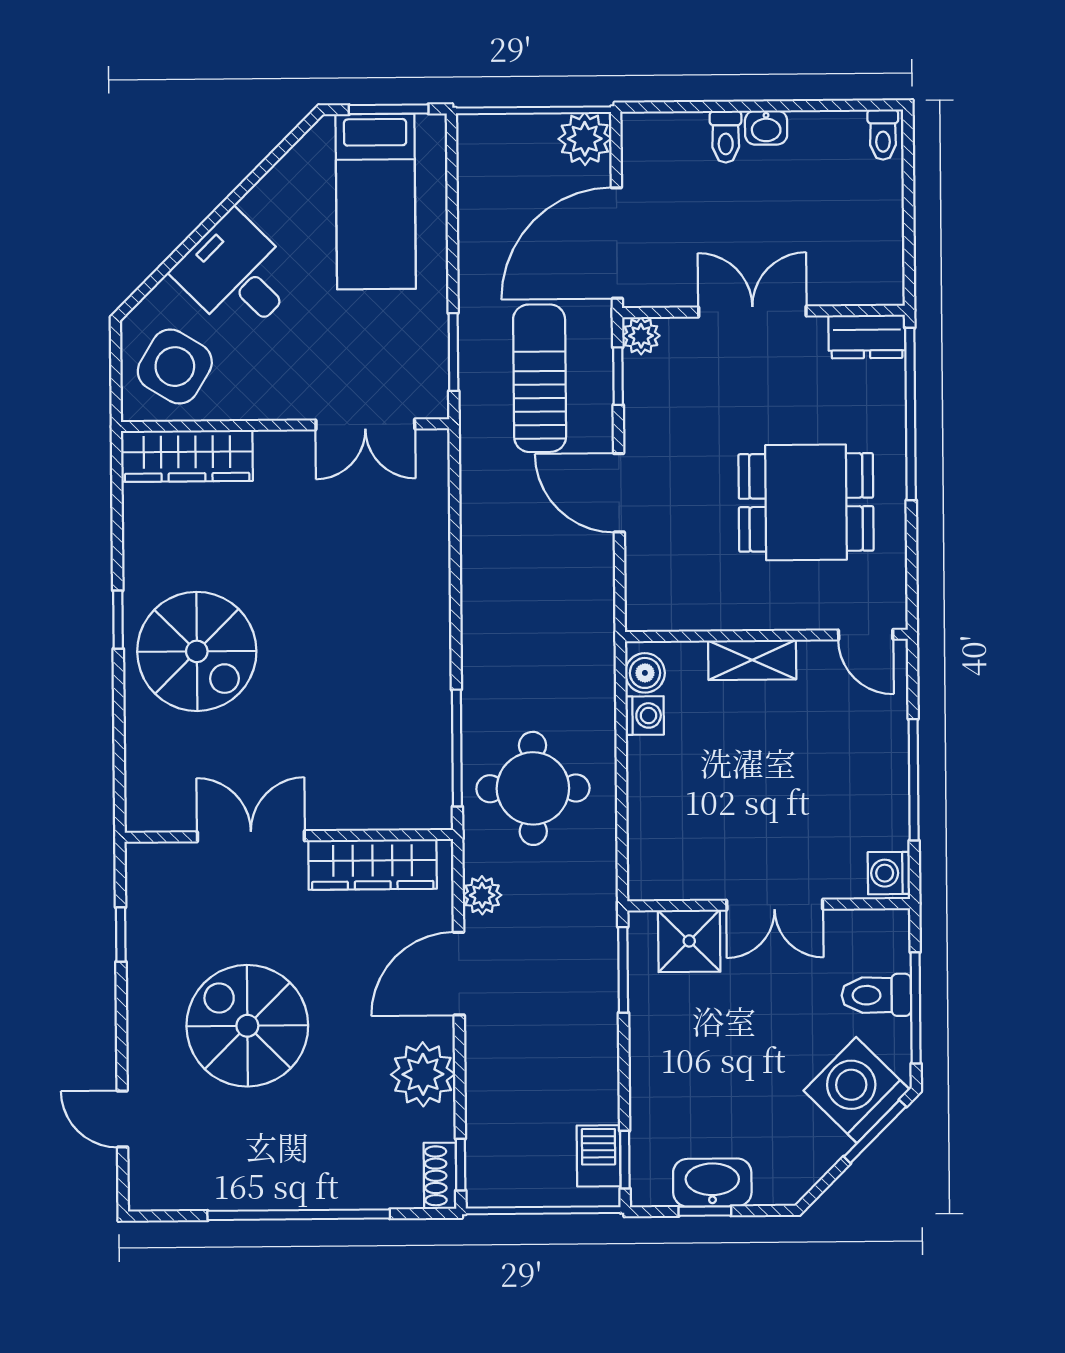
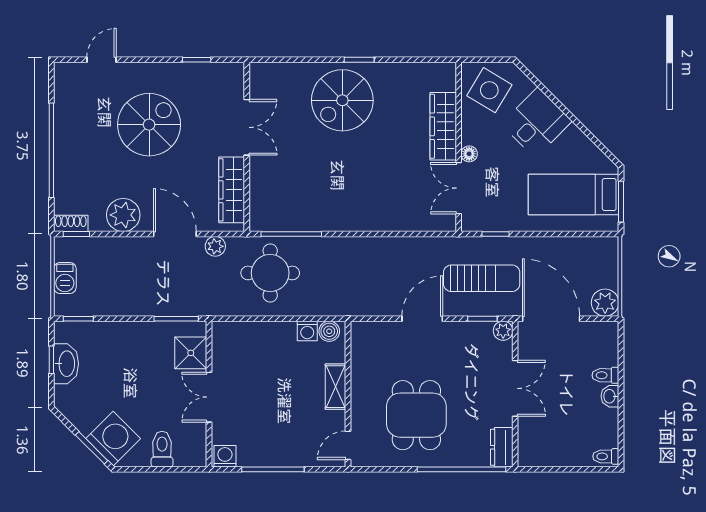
window: (453, 352) -> (496, 234), width x0.67
floor lamp: (299, 405) -> (469, 154), added
wardrobe: (187, 456) -> (443, 126), moved
window: (916, 1008) -> (155, 469), removed
barbecue: (599, 1156) -> (65, 278), moved, turned 90

